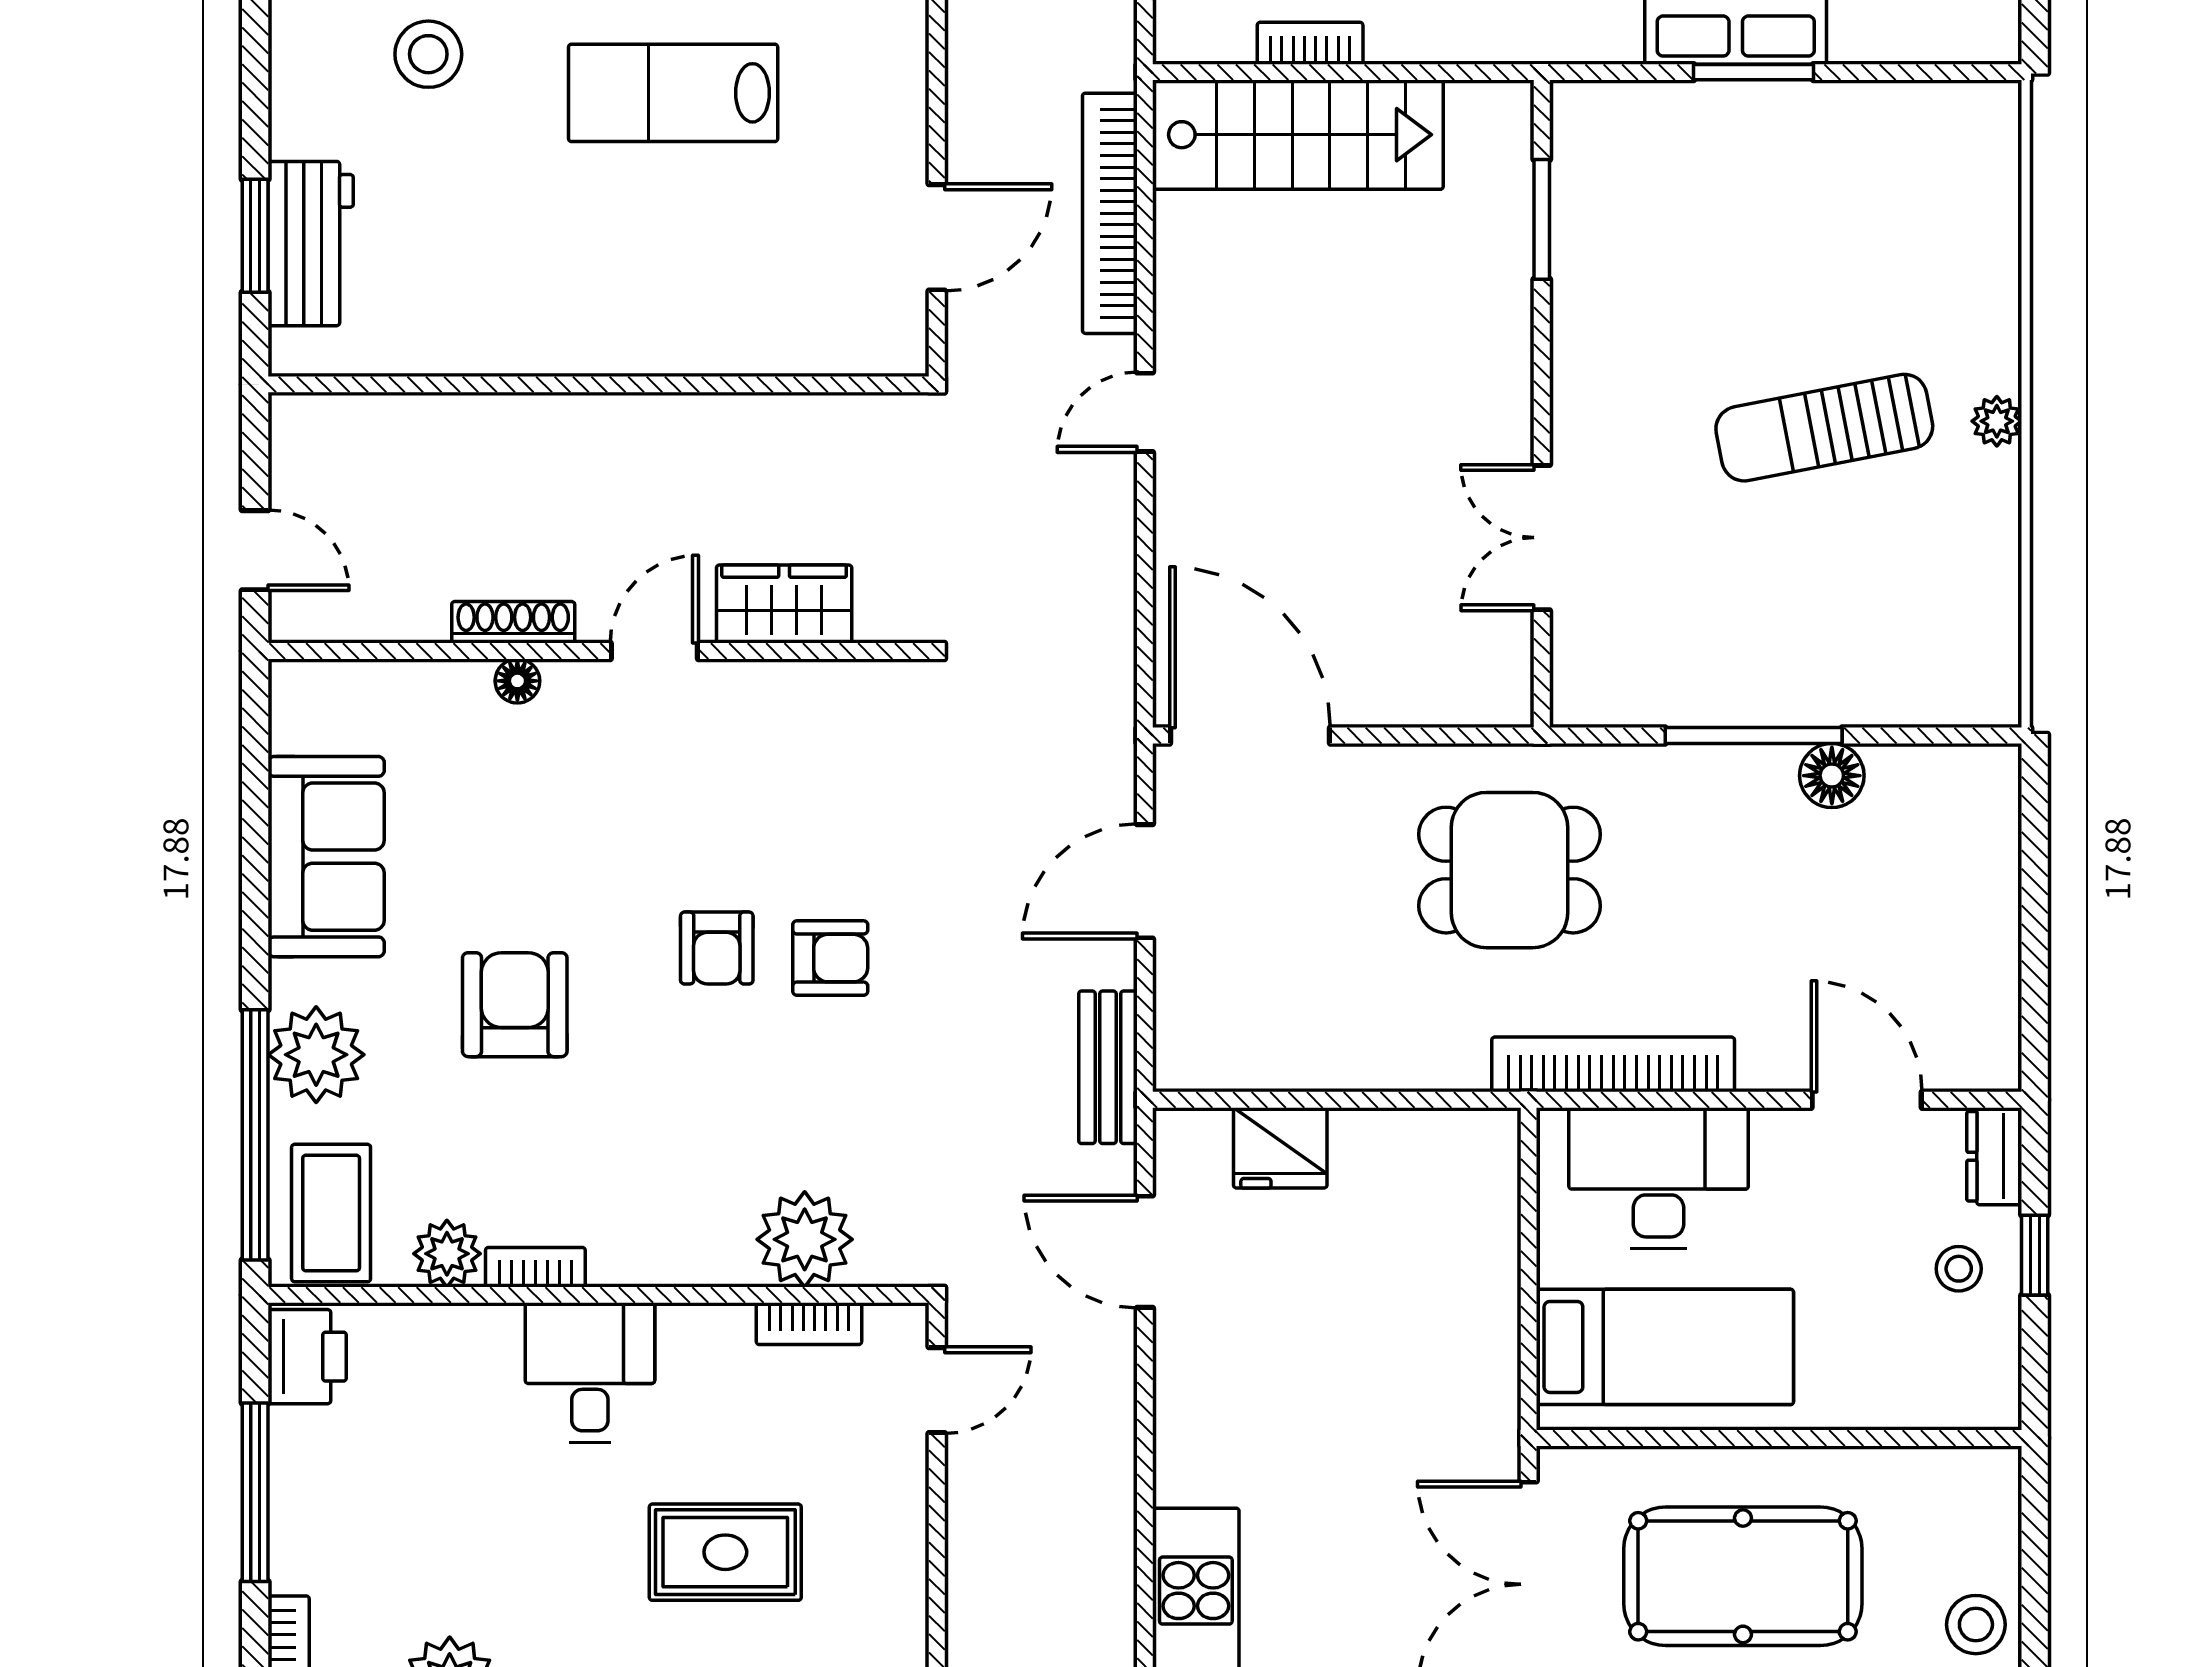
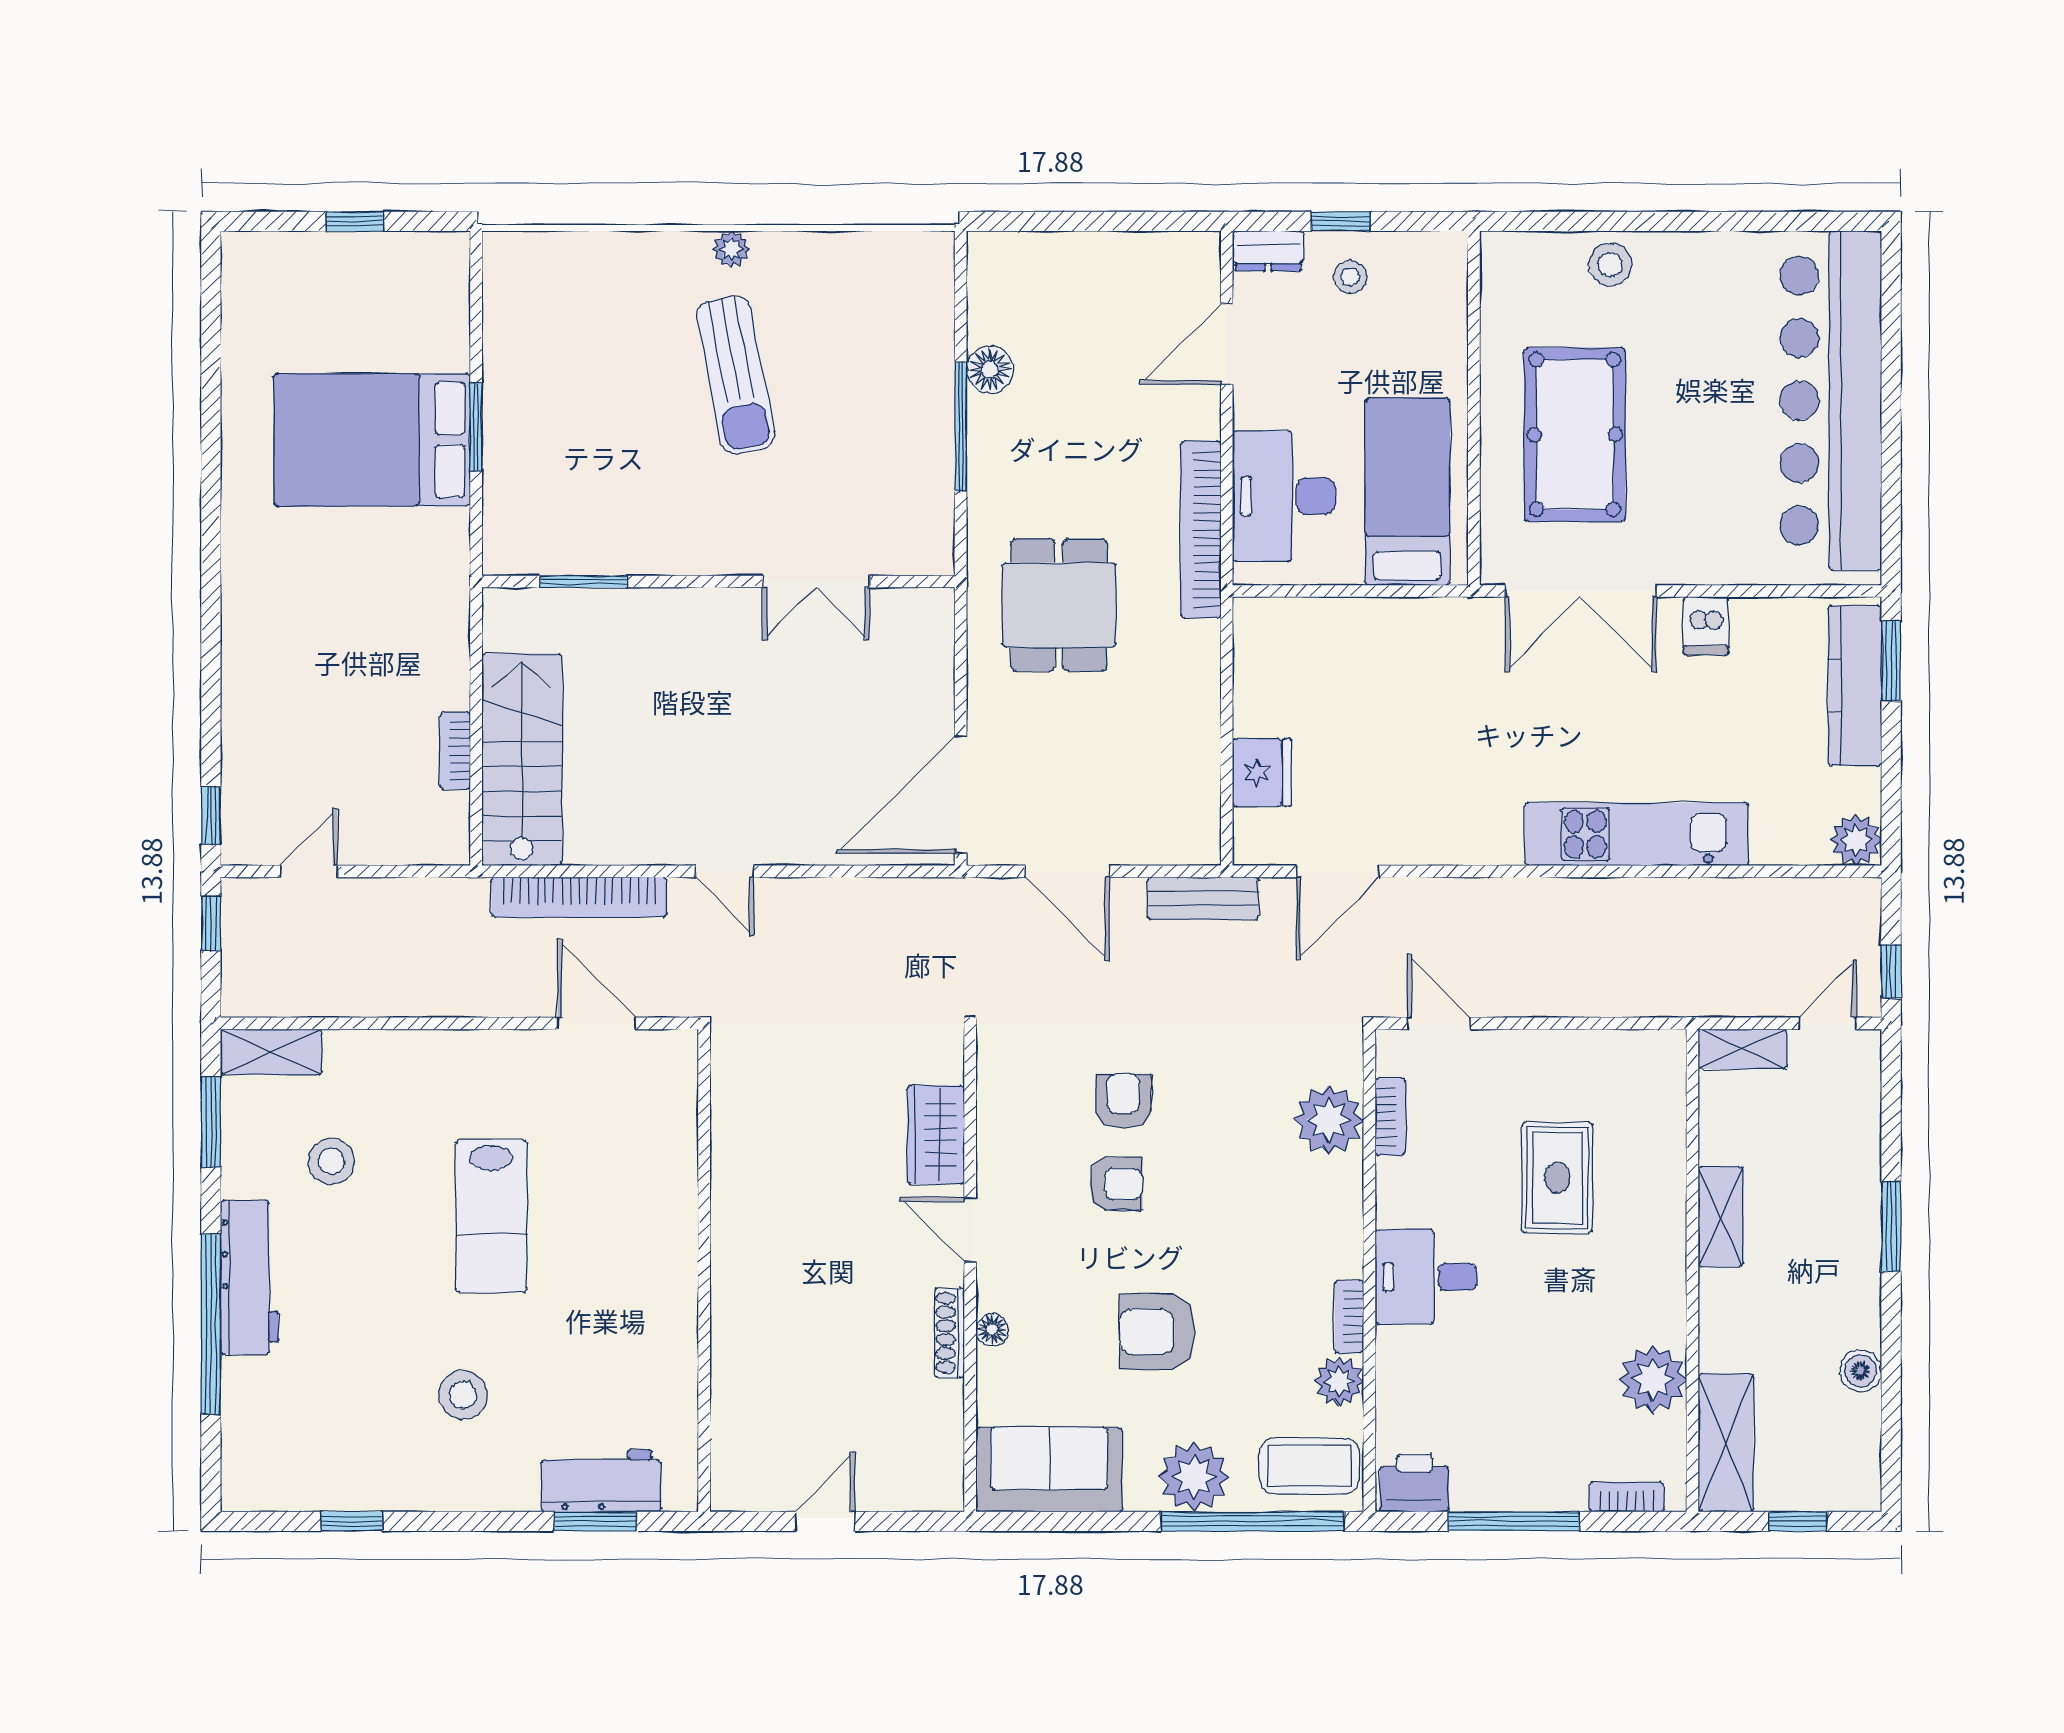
wardrobe: (784, 604) -> (936, 1135), moved
shoe rack: (513, 622) -> (949, 1333), moved
wall: (599, 651) -> (970, 1270), moved
door: (654, 651) -> (970, 1230), moved
floor lamp: (517, 681) -> (992, 1330), moved

